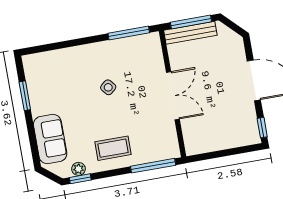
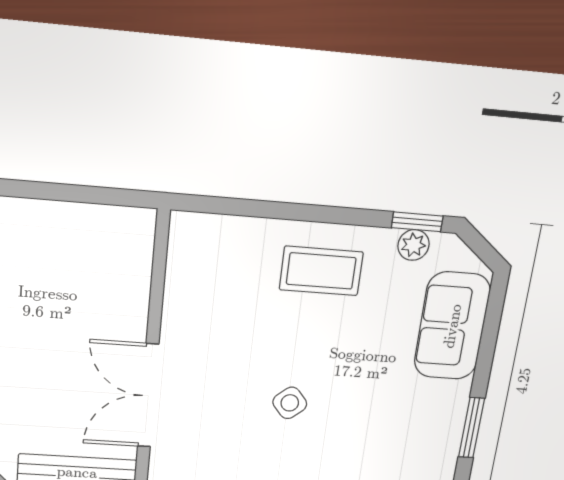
double door: (173, 96) -> (148, 396), moved
window: (153, 166) -> (242, 207), removed

